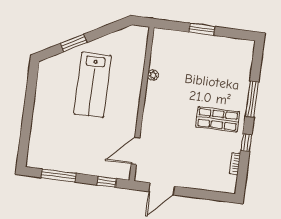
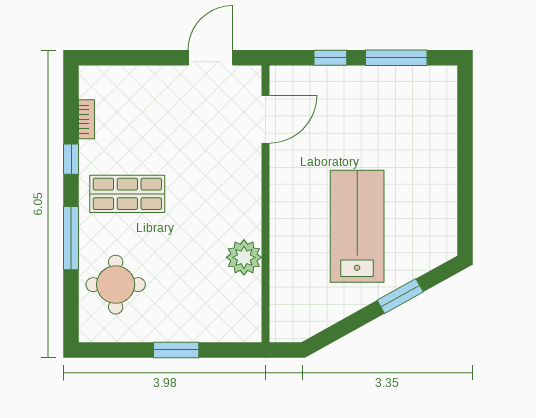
round table: (231, 70) -> (116, 285), added
plant: (153, 75) -> (244, 257), width x1.88, depth x1.88
window: (107, 182) -> (330, 58), moved

